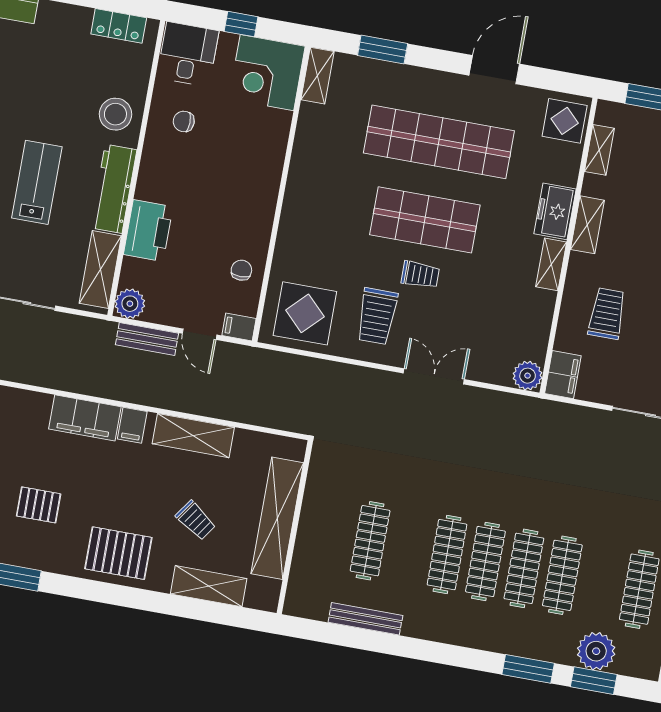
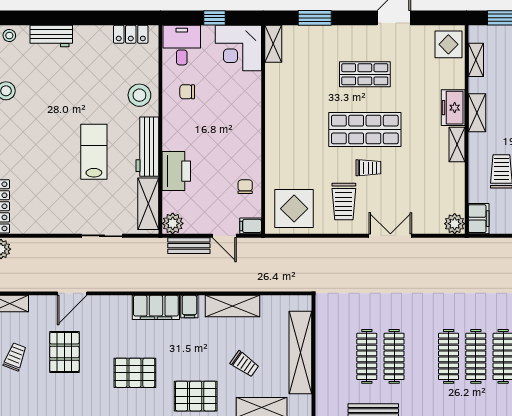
shop shelf: (439, 142) -> (365, 74), width x0.50, depth x0.74
pallet: (39, 505) -> (135, 373), width x1.50, depth x1.42
clothes rail: (447, 555) -> (394, 356), moved

